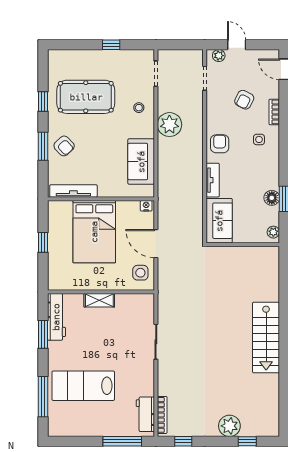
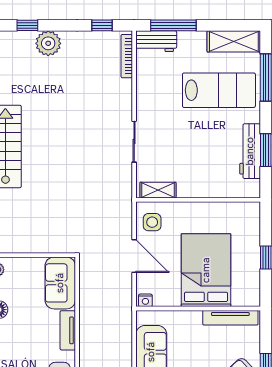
shelving: (99, 300) -> (158, 190), moved
workbench: (56, 317) -> (250, 151), moved
workbench: (145, 414) -> (156, 41), moved, turned 90
shelving: (70, 428) -> (234, 41), added

